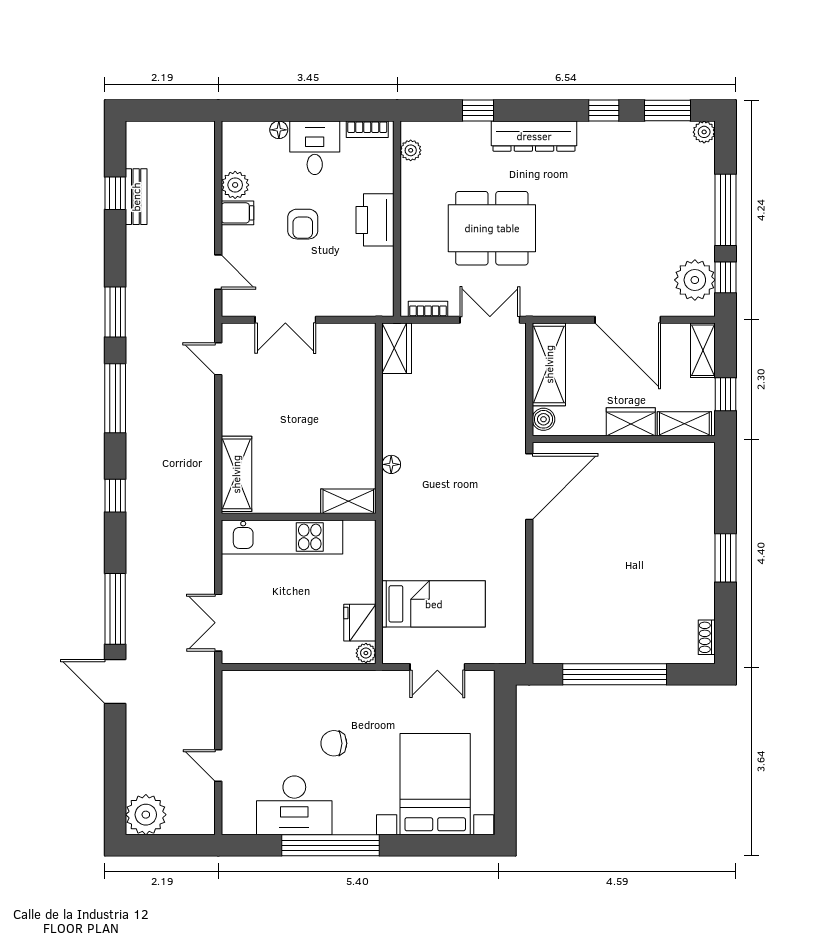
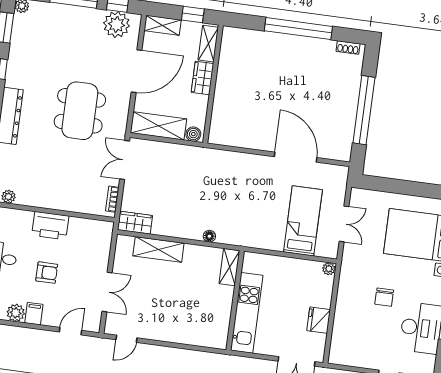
dining table: (492, 228) -> (80, 111), moved
shelving: (236, 474) -> (158, 249), moved
door: (529, 487) -> (296, 157), moved
window: (726, 558) -> (298, 29), width x2.11
fridge: (360, 623) -> (319, 320), moved, turned 90

